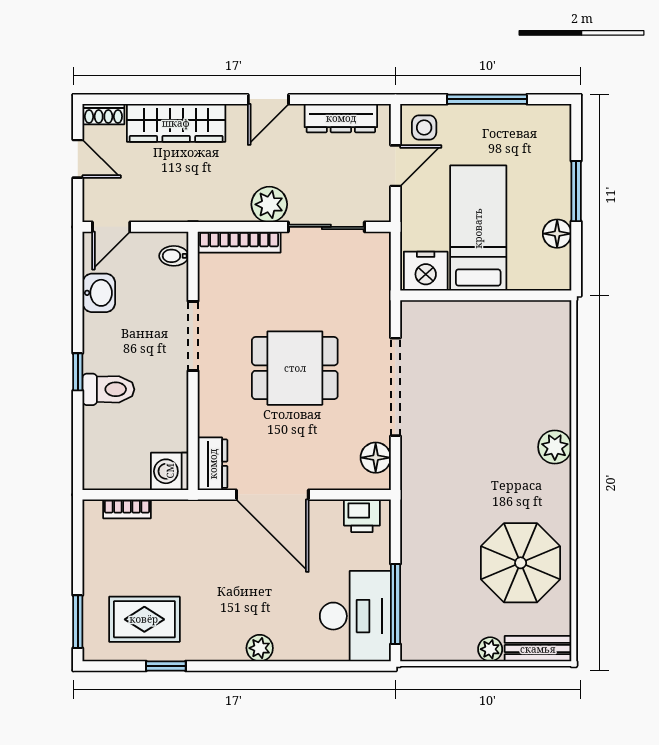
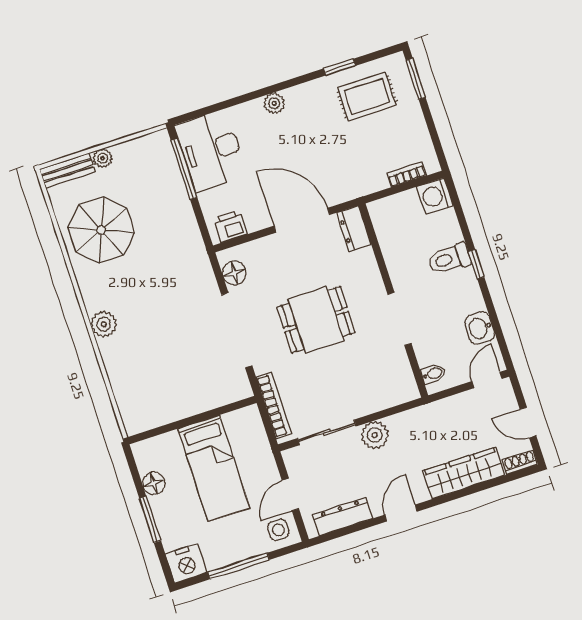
bookcase: (239, 242) -> (274, 405), moved, turned 90
nightstand: (426, 271) -> (186, 563), moved, turned 180
washing machine: (170, 471) -> (435, 196), moved, turned 180

